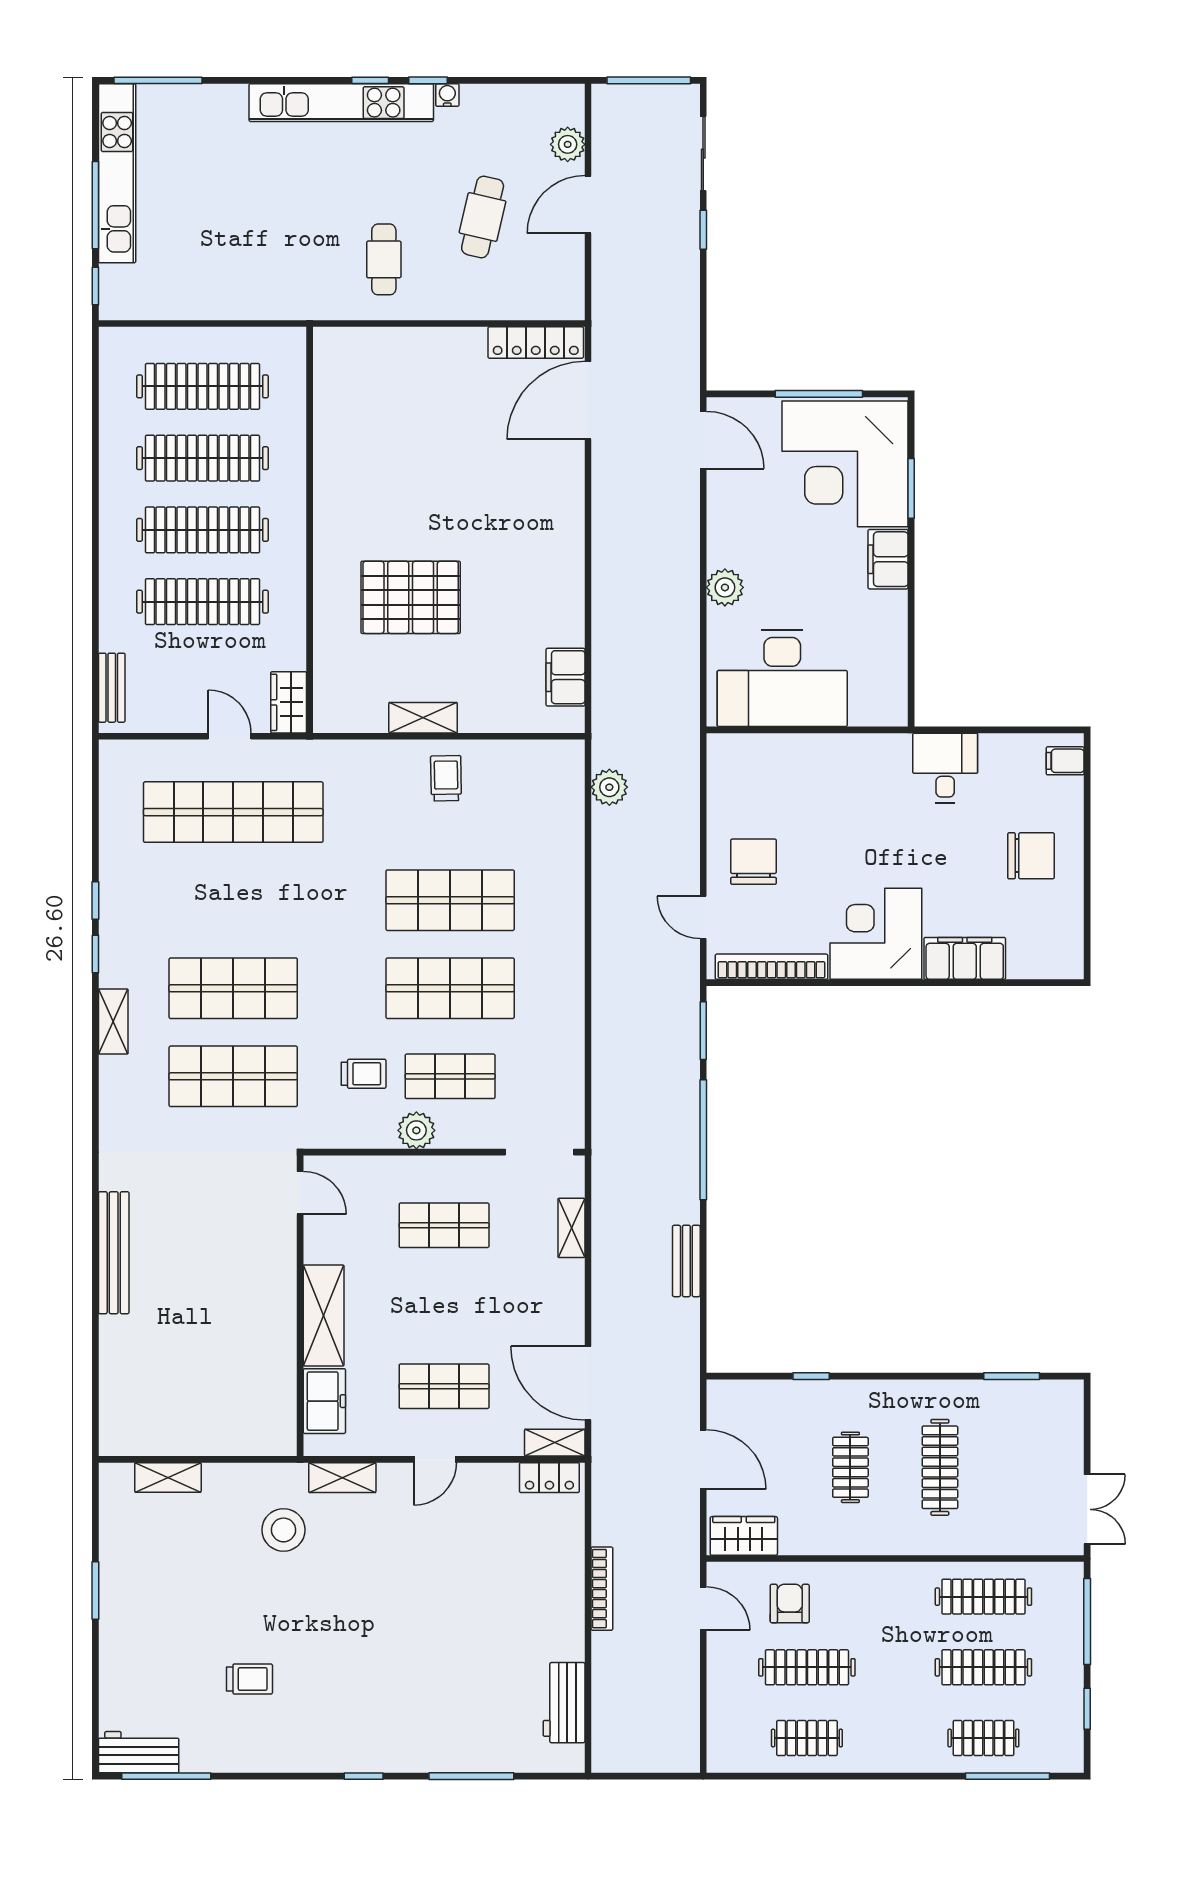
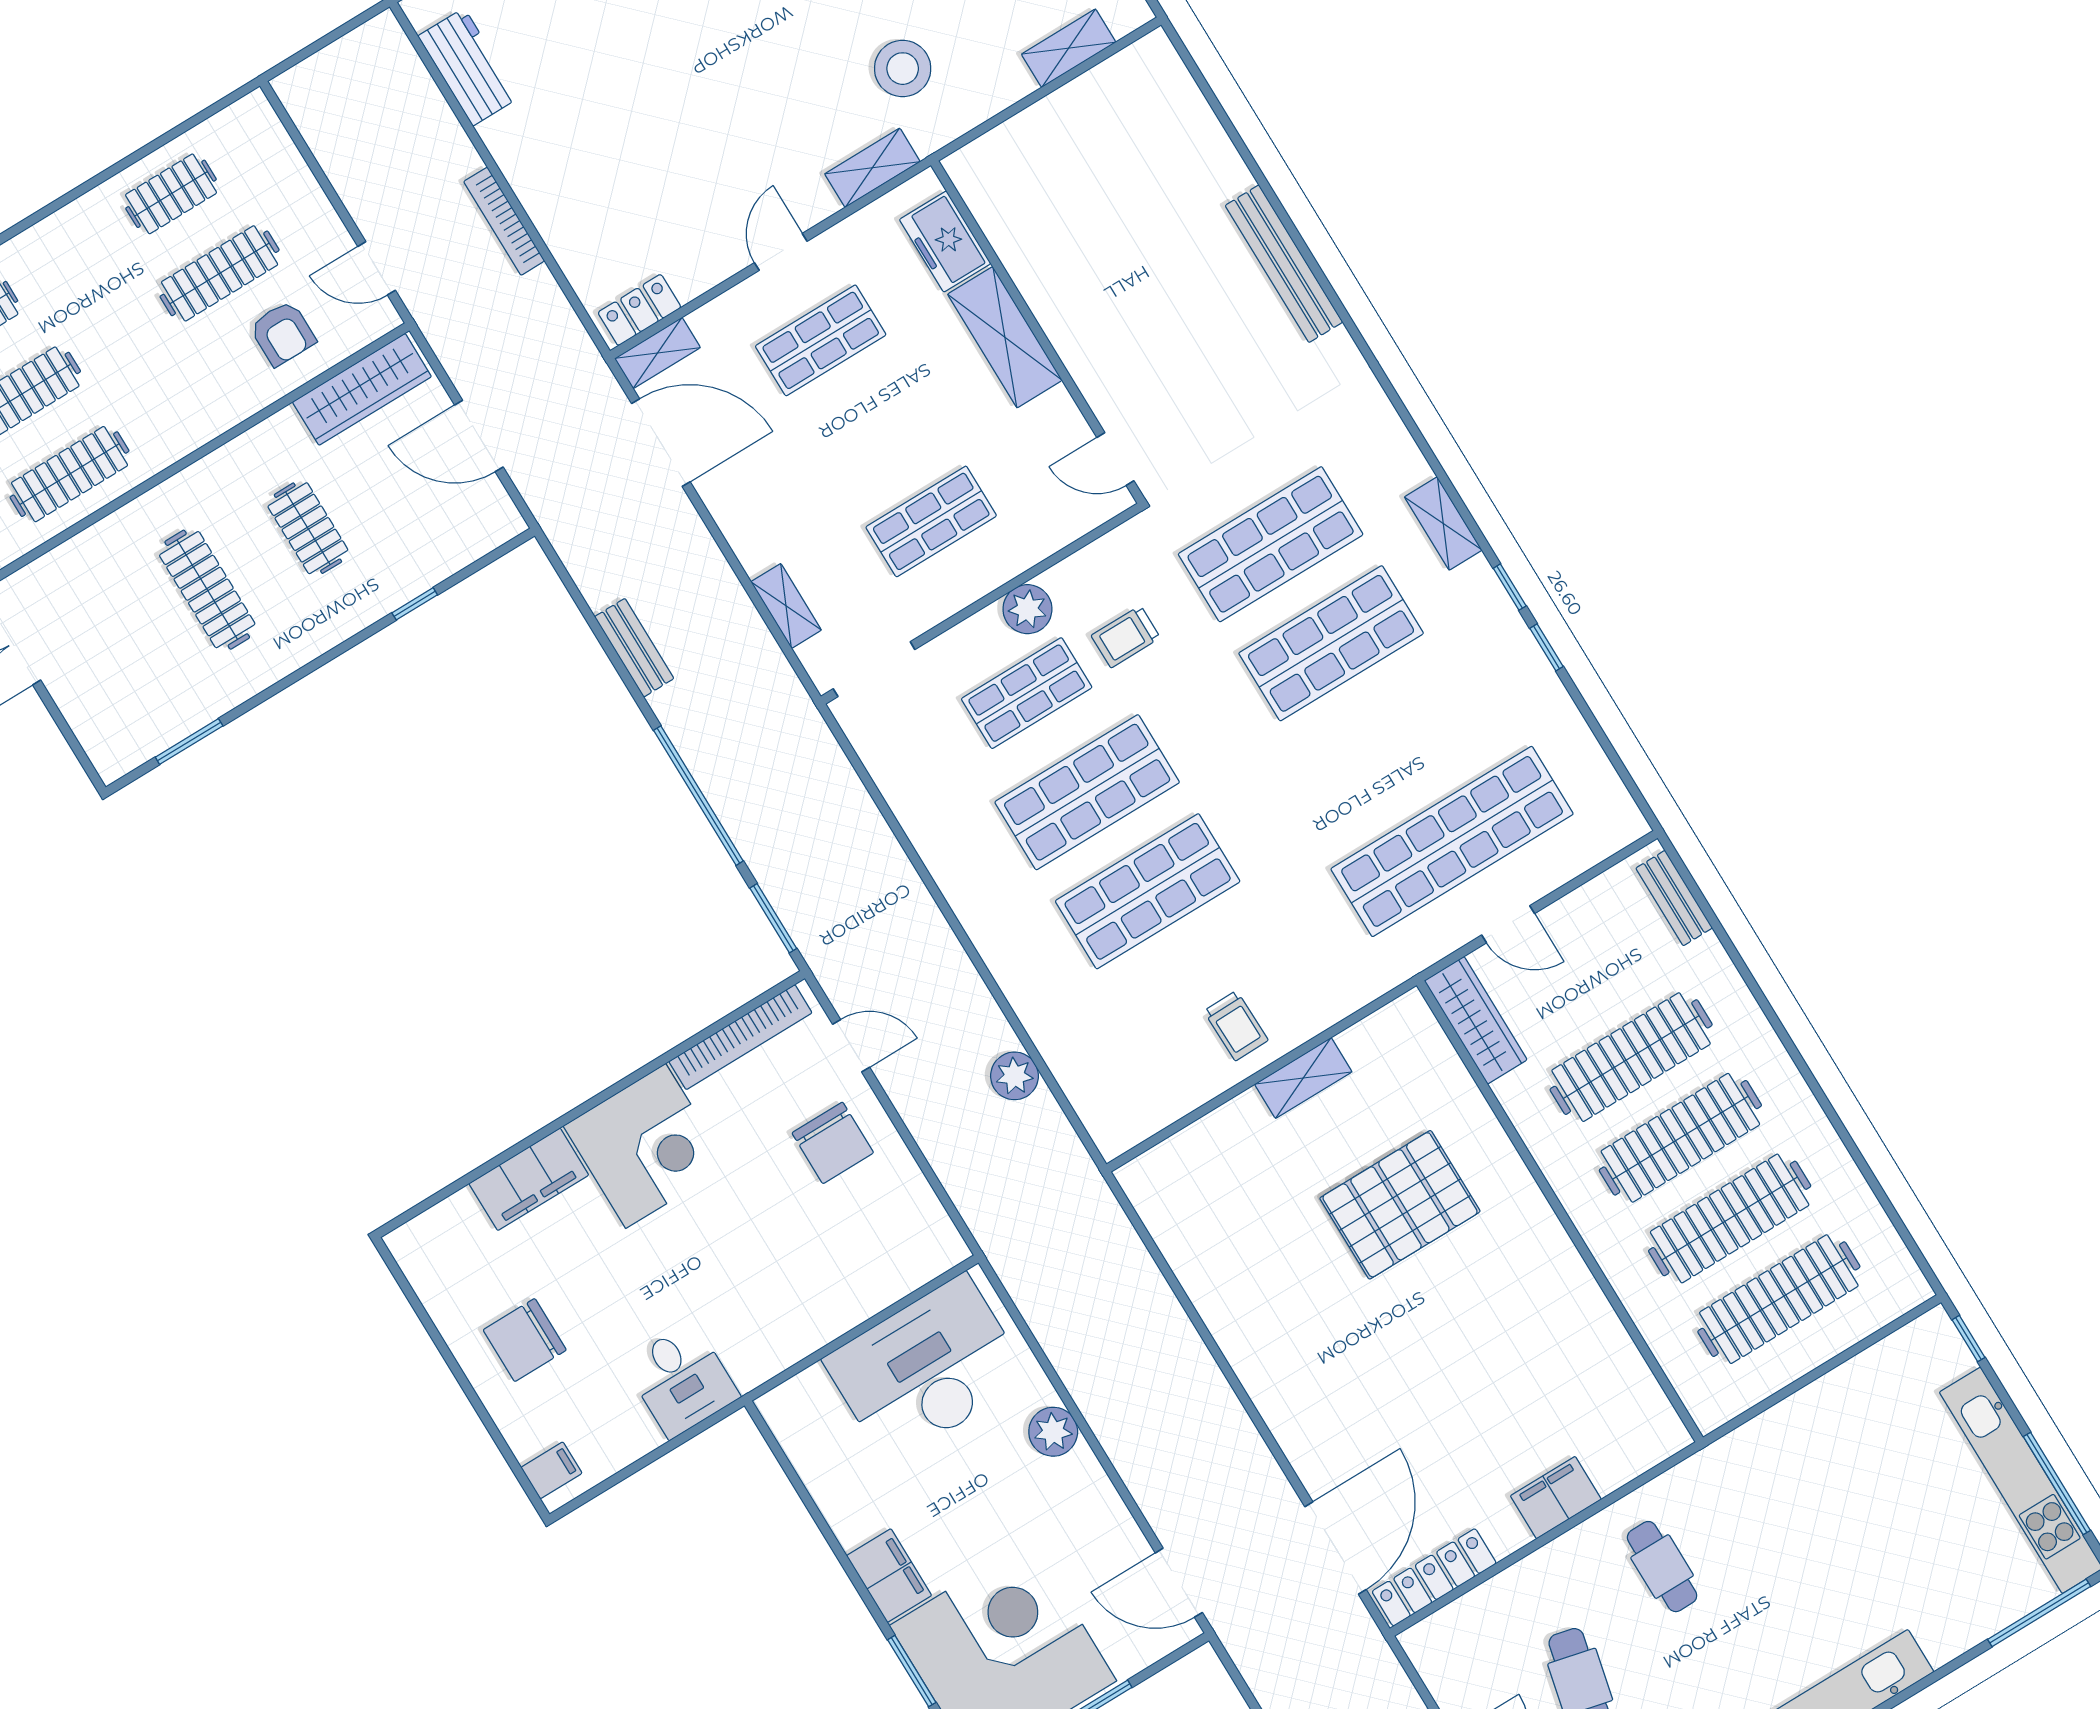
window: (95, 205) -> (2057, 1484), moved
filing cabinet: (565, 677) -> (1556, 1498), moved, turned -90
wardrobe: (289, 702) -> (1476, 1020), width x1.50
plant: (609, 787) -> (1014, 1076), moved
wardrobe: (744, 1536) -> (362, 389), width x1.50

